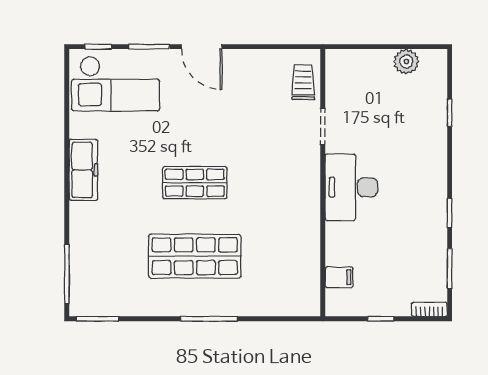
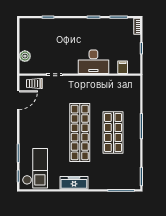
door: (202, 47) -> (18, 100), moved
plant: (406, 62) -> (25, 56), moved
shop shelf: (195, 183) -> (80, 132), width x2.00, depth x1.36
desk: (351, 187) -> (93, 62), moved

